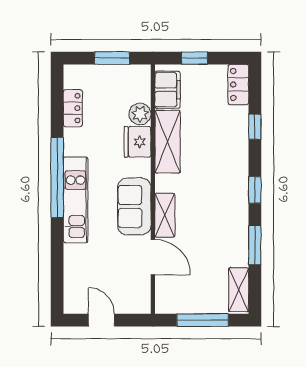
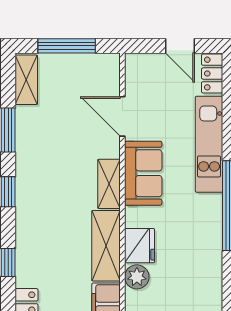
locker: (73, 108) -> (212, 74), moved
kitchen unit: (76, 200) -> (209, 144), moved
shelving: (165, 215) -> (109, 184), moved

